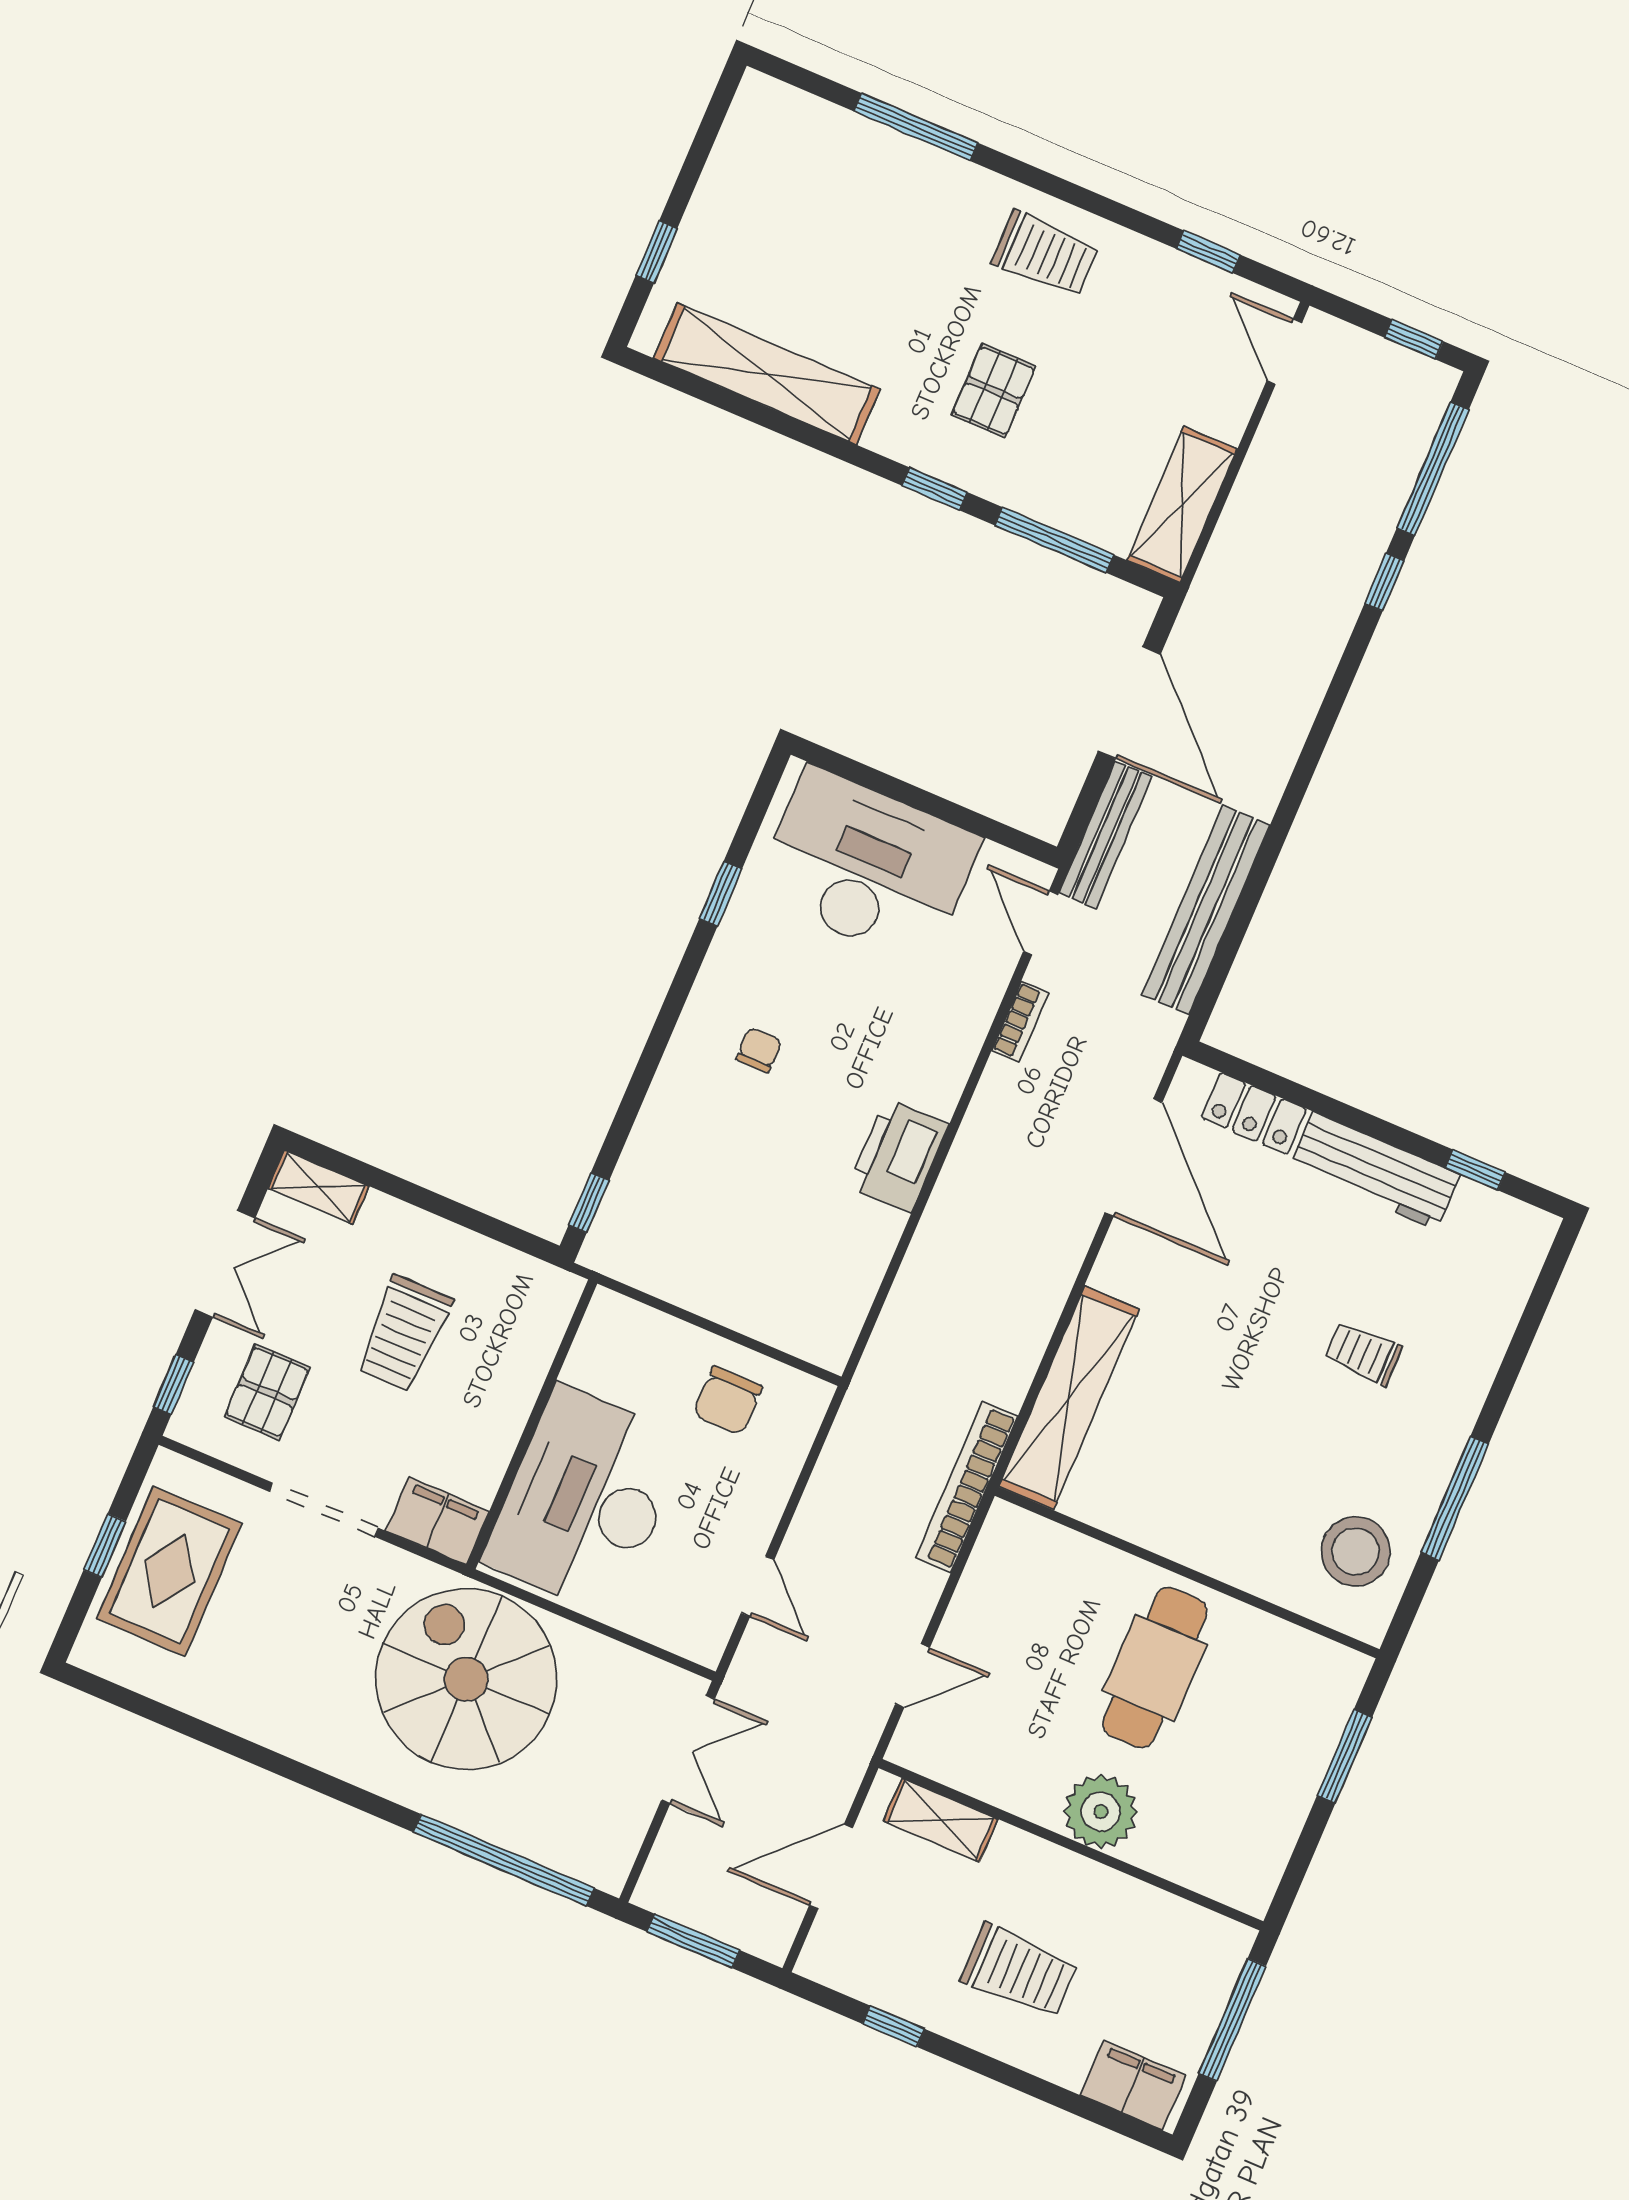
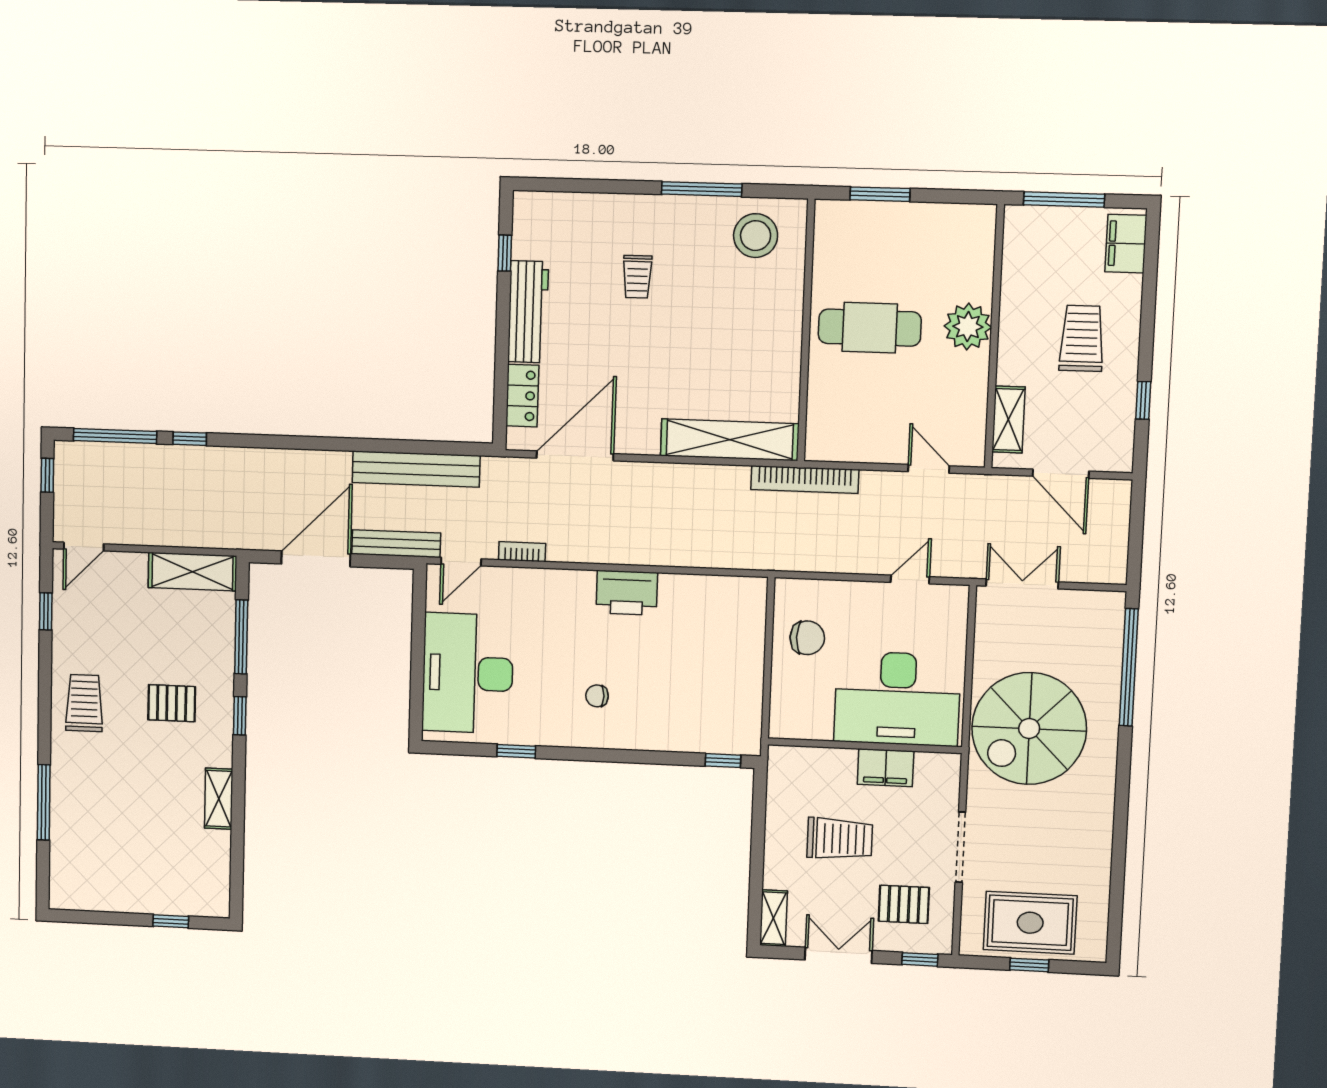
shelving: (767, 374) -> (219, 799), width x0.45, depth x0.75
filing cabinet: (437, 1521) -> (886, 768), moved, turned -90
window: (693, 1941) -> (1136, 538), removed

